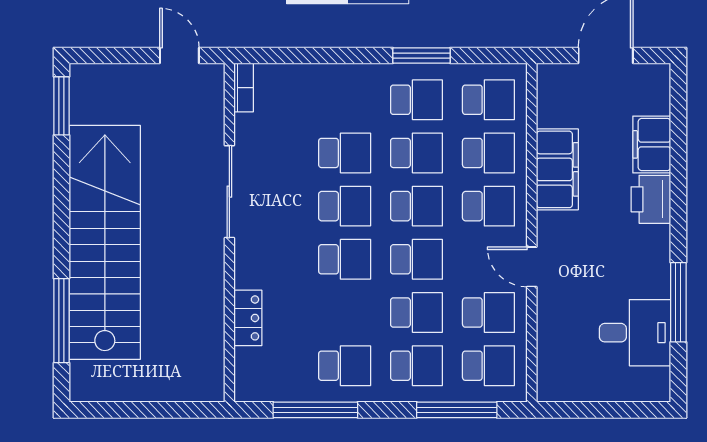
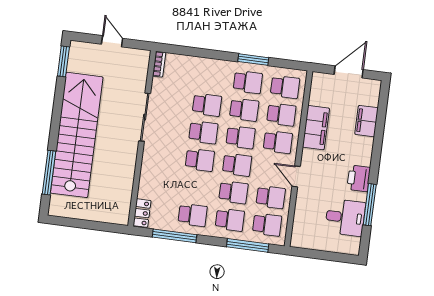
door: (179, 56) -> (112, 41), moved
printer: (651, 199) -> (359, 178), moved
locker: (248, 318) -> (142, 213), moved

